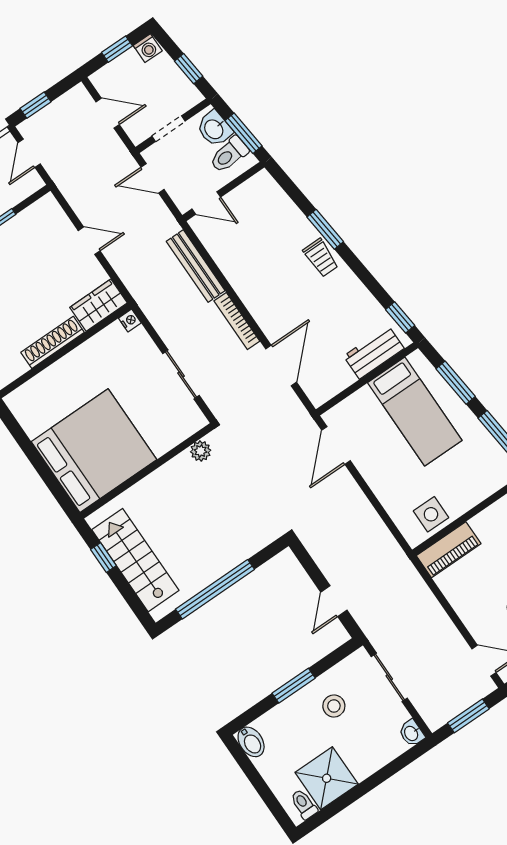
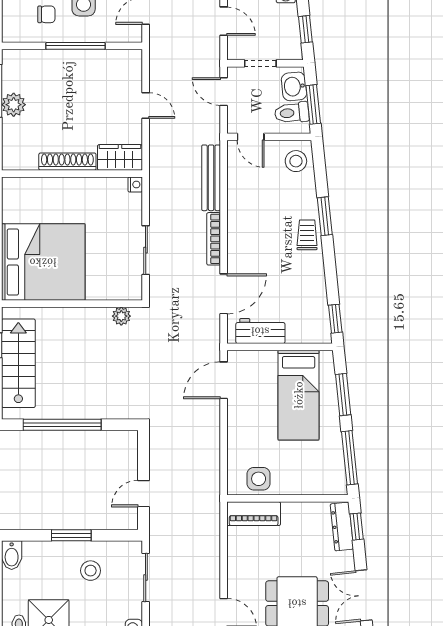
stool: (264, 197) -> (296, 161), added
trolley: (321, 258) -> (307, 235), turned 180
workbench: (374, 352) -> (260, 331), moved

